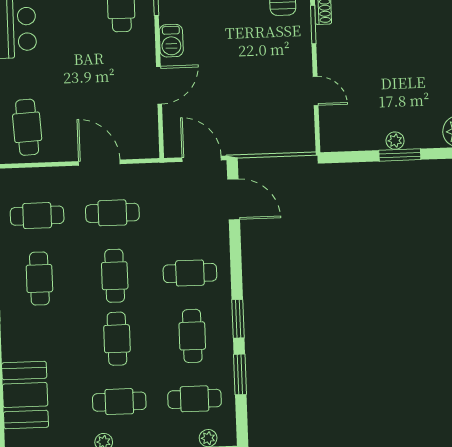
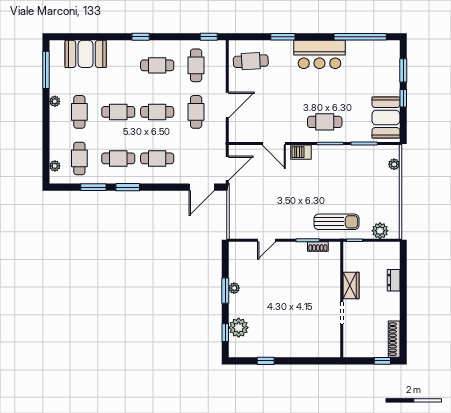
cafe table: (190, 273) -> (157, 158), turned 90

